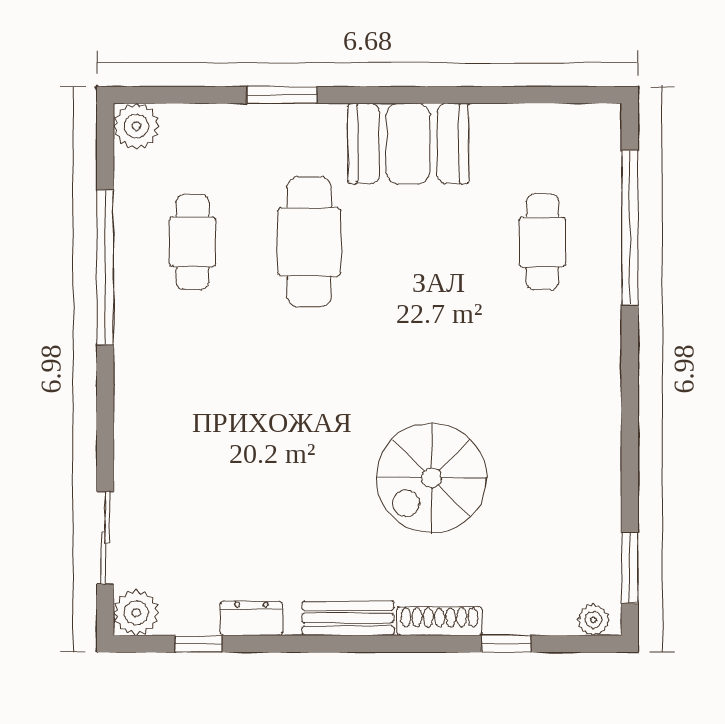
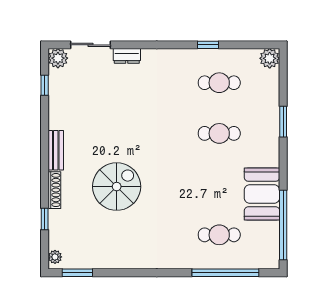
window: (520, 95) -> (283, 225), added
booth: (408, 143) -> (262, 194), moved
cafe table: (309, 242) -> (219, 133), width x0.73, depth x0.74
window: (105, 267) -> (208, 45), width x0.32
spiral stairs: (431, 478) -> (117, 187), turned 90
dresser: (251, 618) -> (127, 56), moved, turned 90

